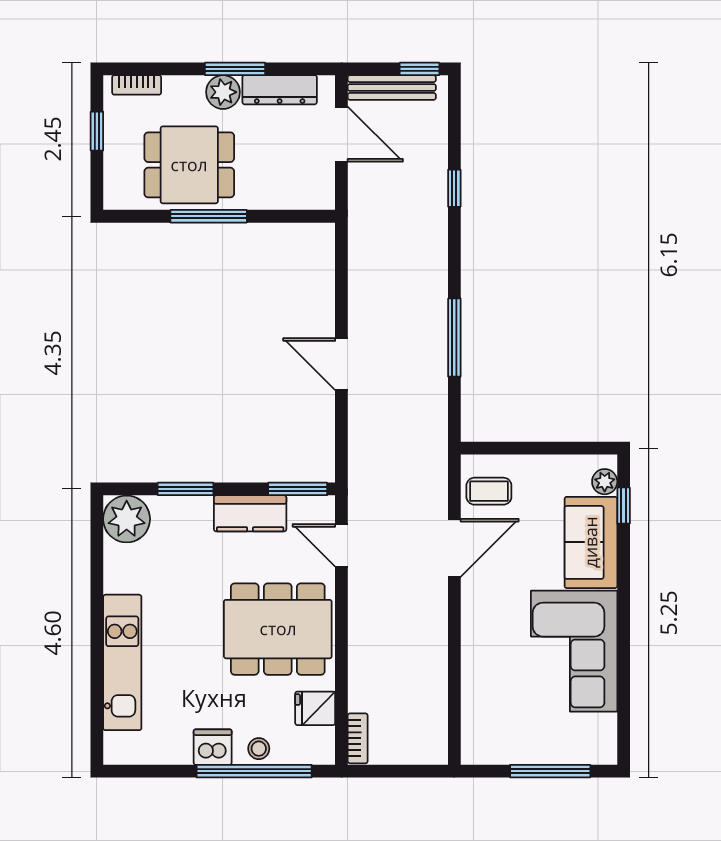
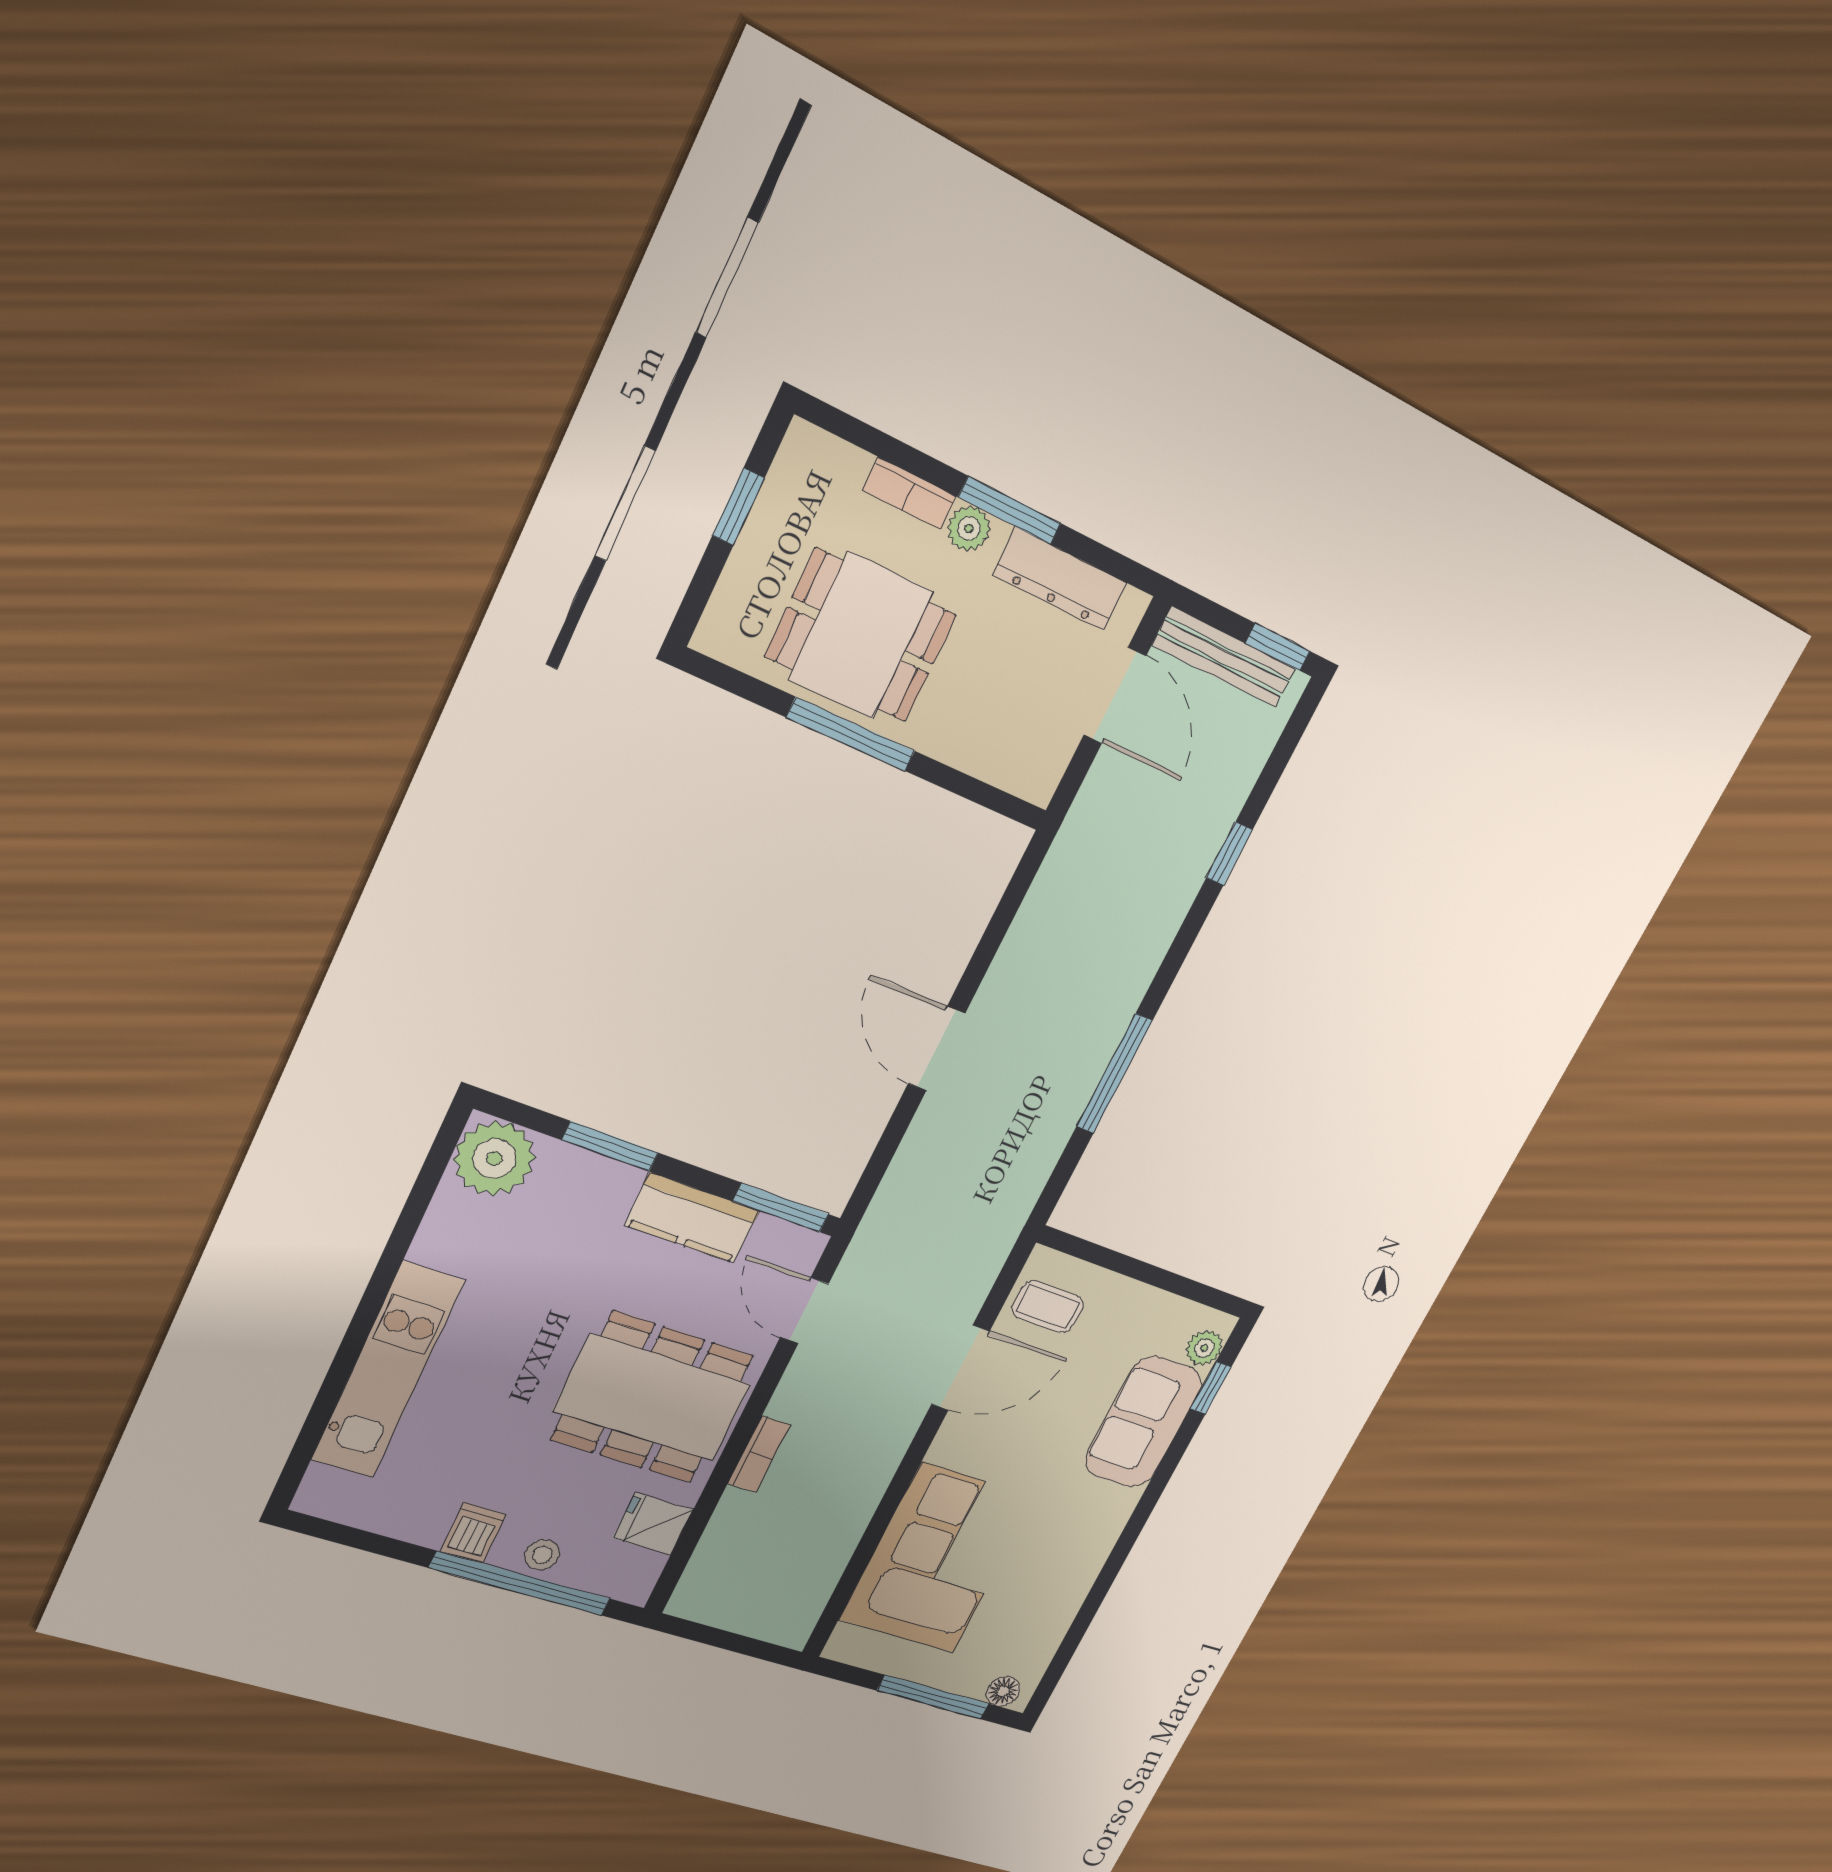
bookcase: (137, 85) -> (909, 493), moved
plant: (223, 92) -> (969, 528), width x0.73, depth x0.73
corner sofa: (574, 651) -> (937, 1558), moved, turned 180
bookcase: (358, 738) -> (759, 1454), moved
dishwasher: (213, 747) -> (473, 1533), width x0.73
floor lamp: (596, 753) -> (1003, 1691), added

